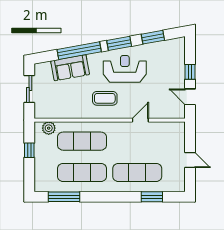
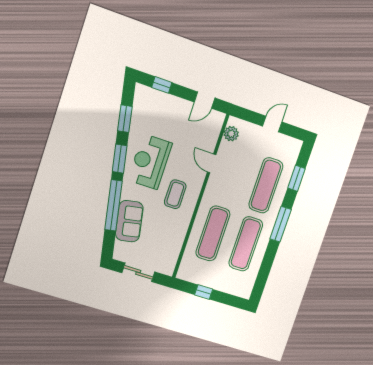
window: (190, 72) -> (162, 85), moved
plant: (49, 128) -> (231, 134), moved
window: (64, 197) -> (281, 224), moved

